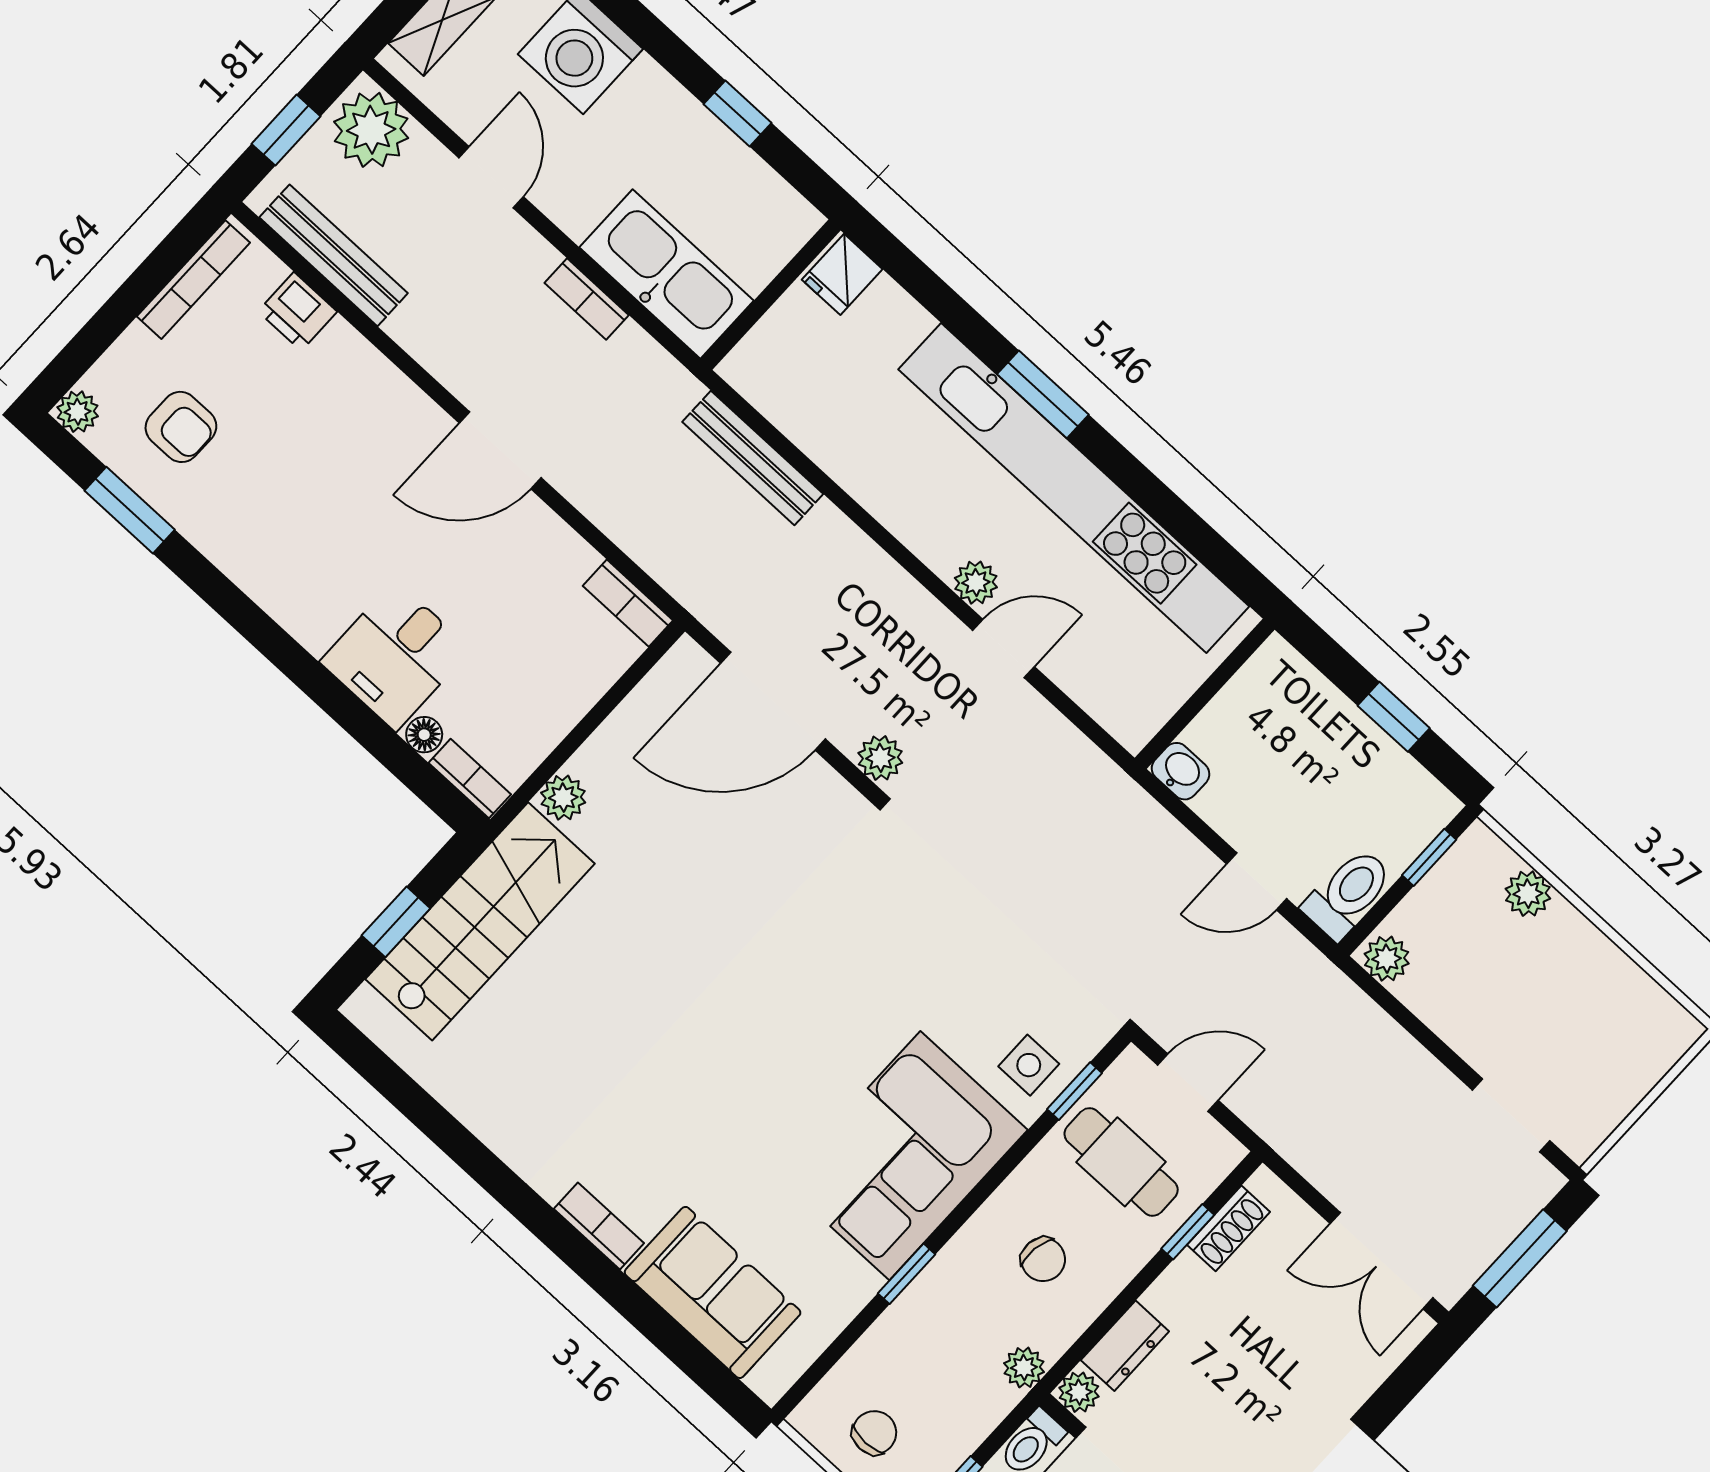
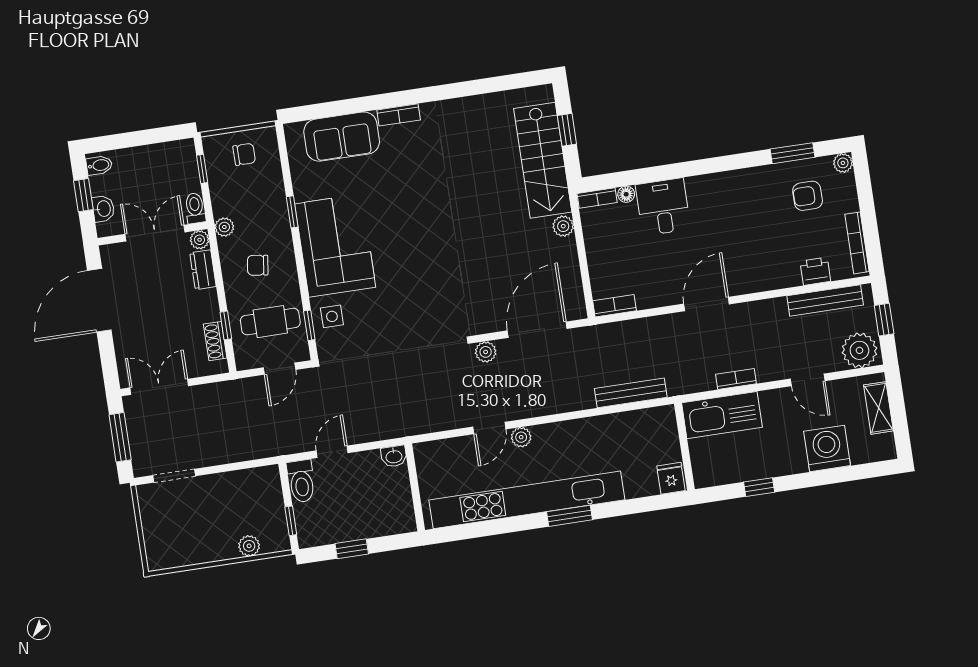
plant: (1387, 959) -> (267, 476), removed
chair: (874, 1433) -> (244, 154), turned -90

